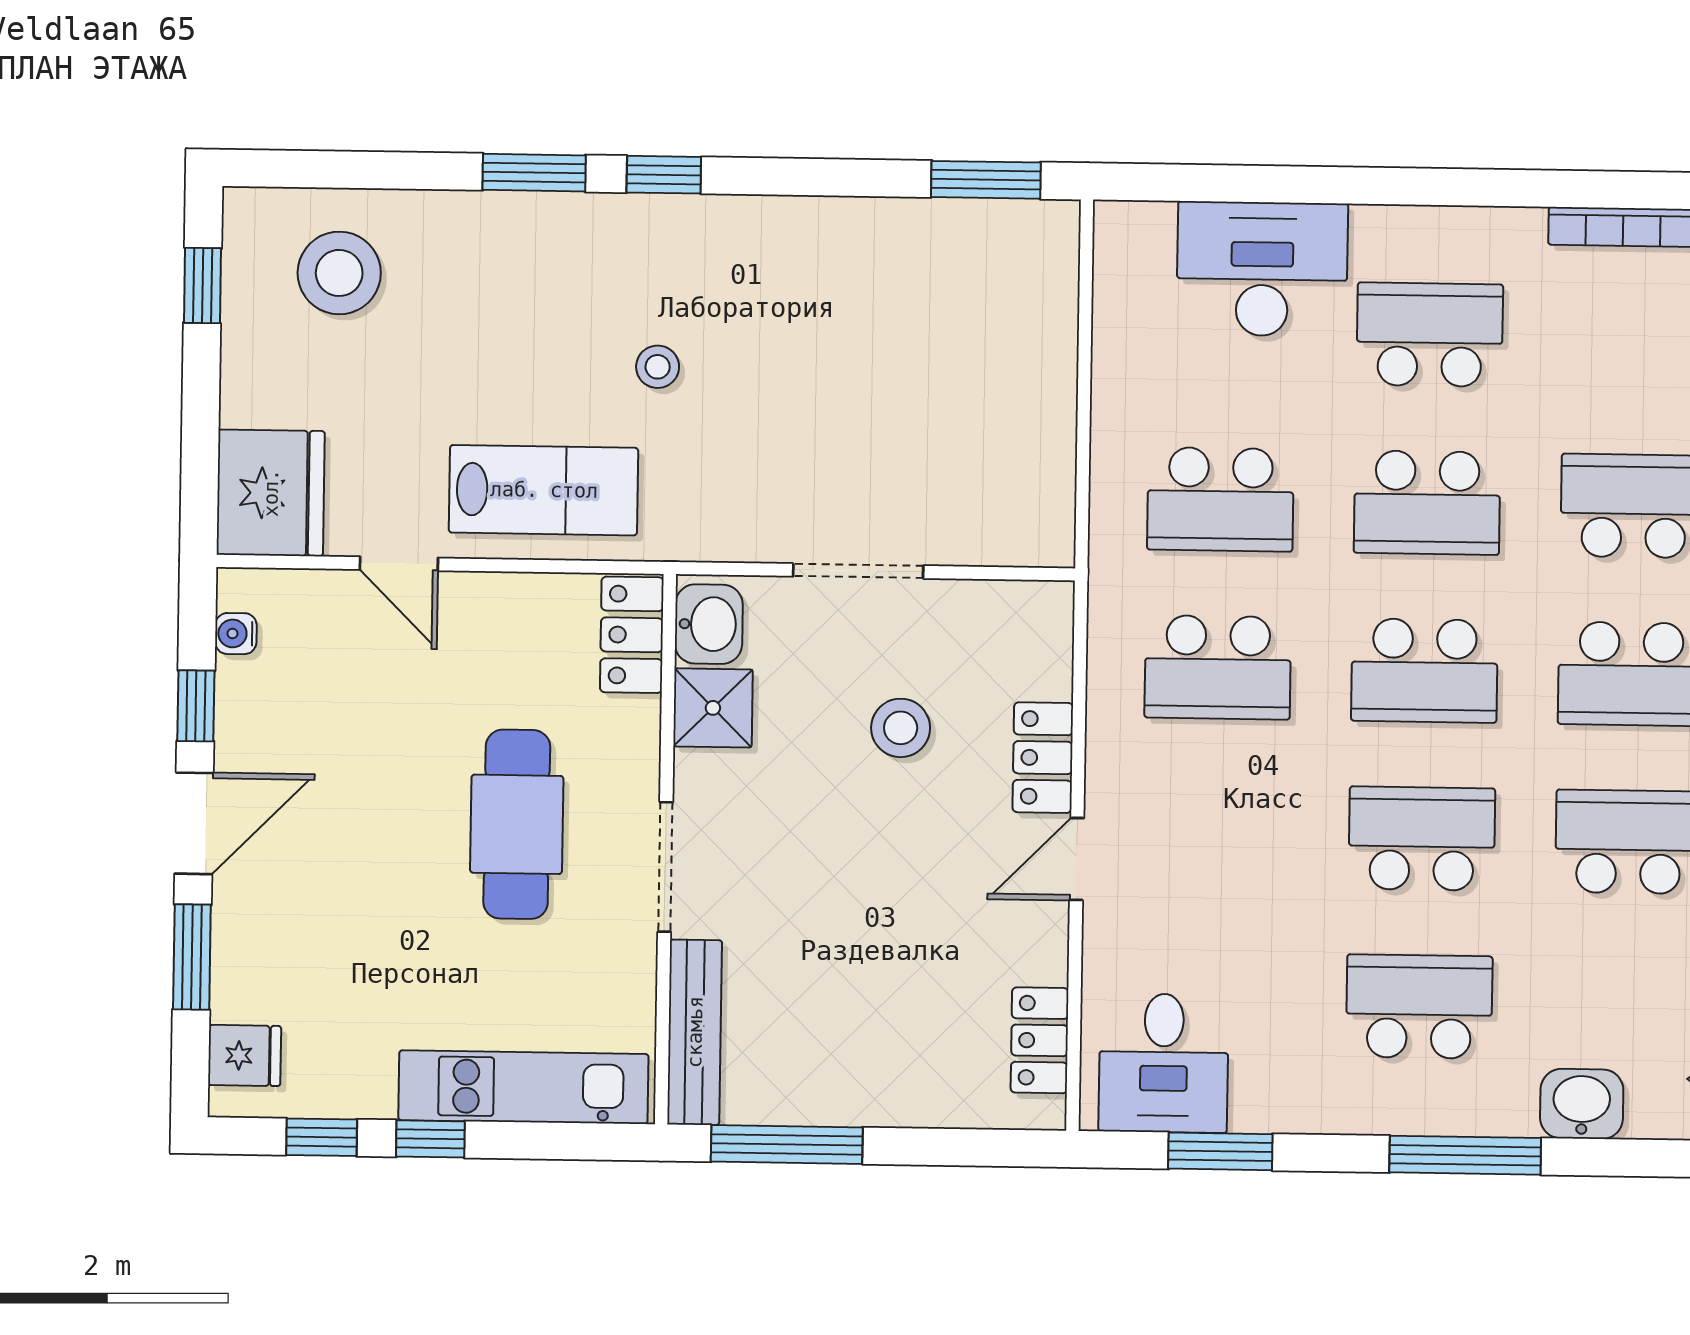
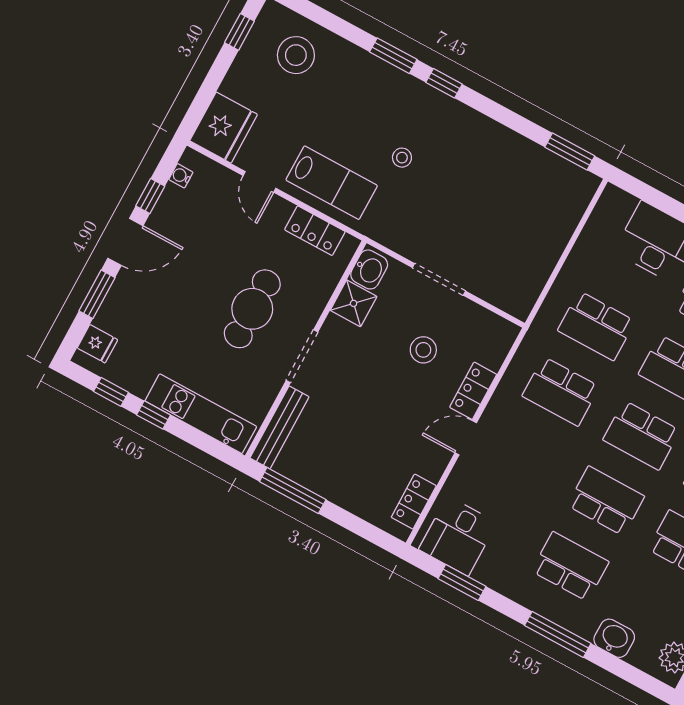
locker: (632, 635) -> (315, 231), moved, turned -90

